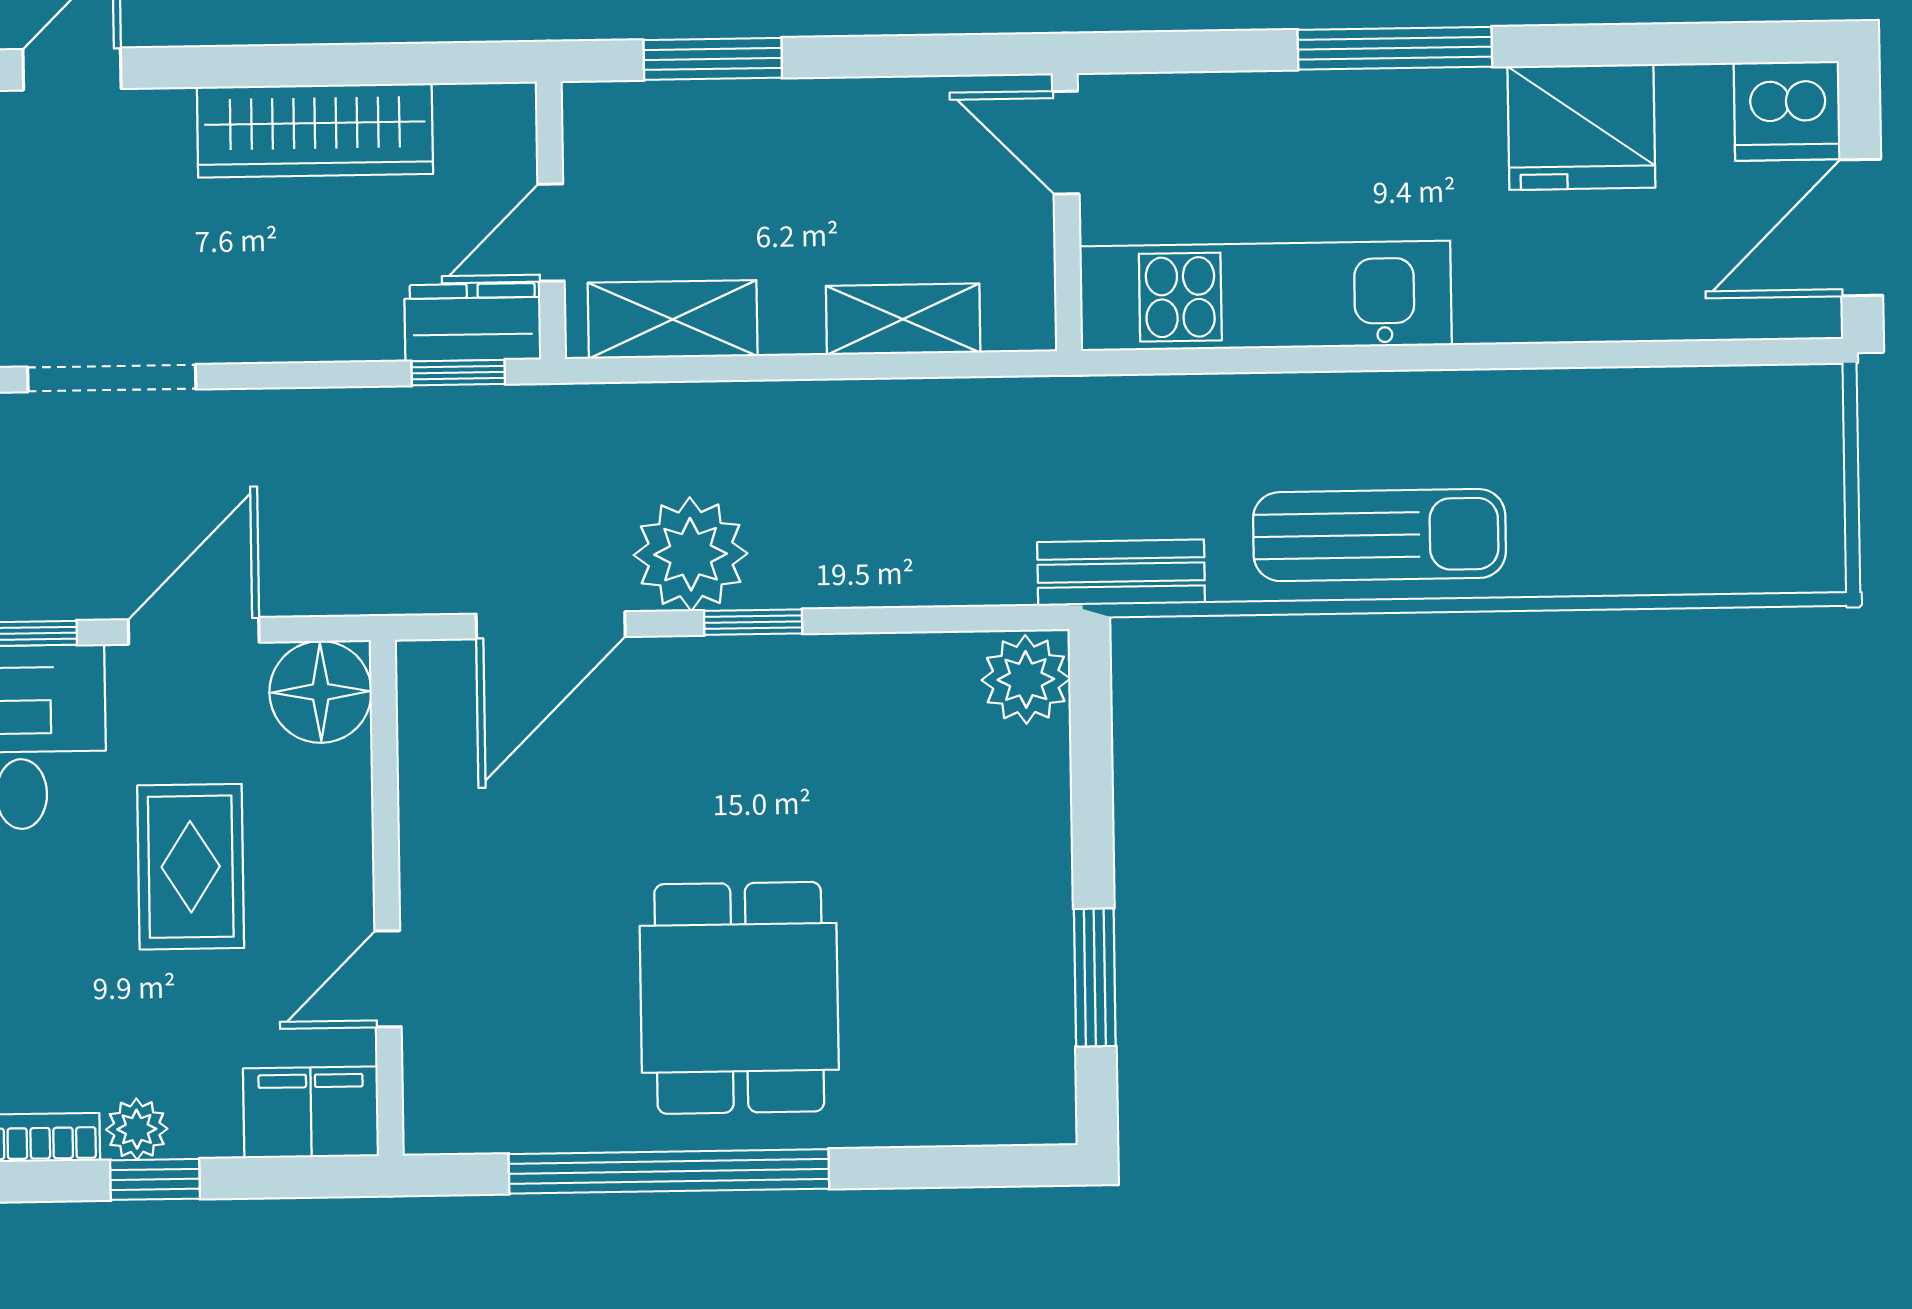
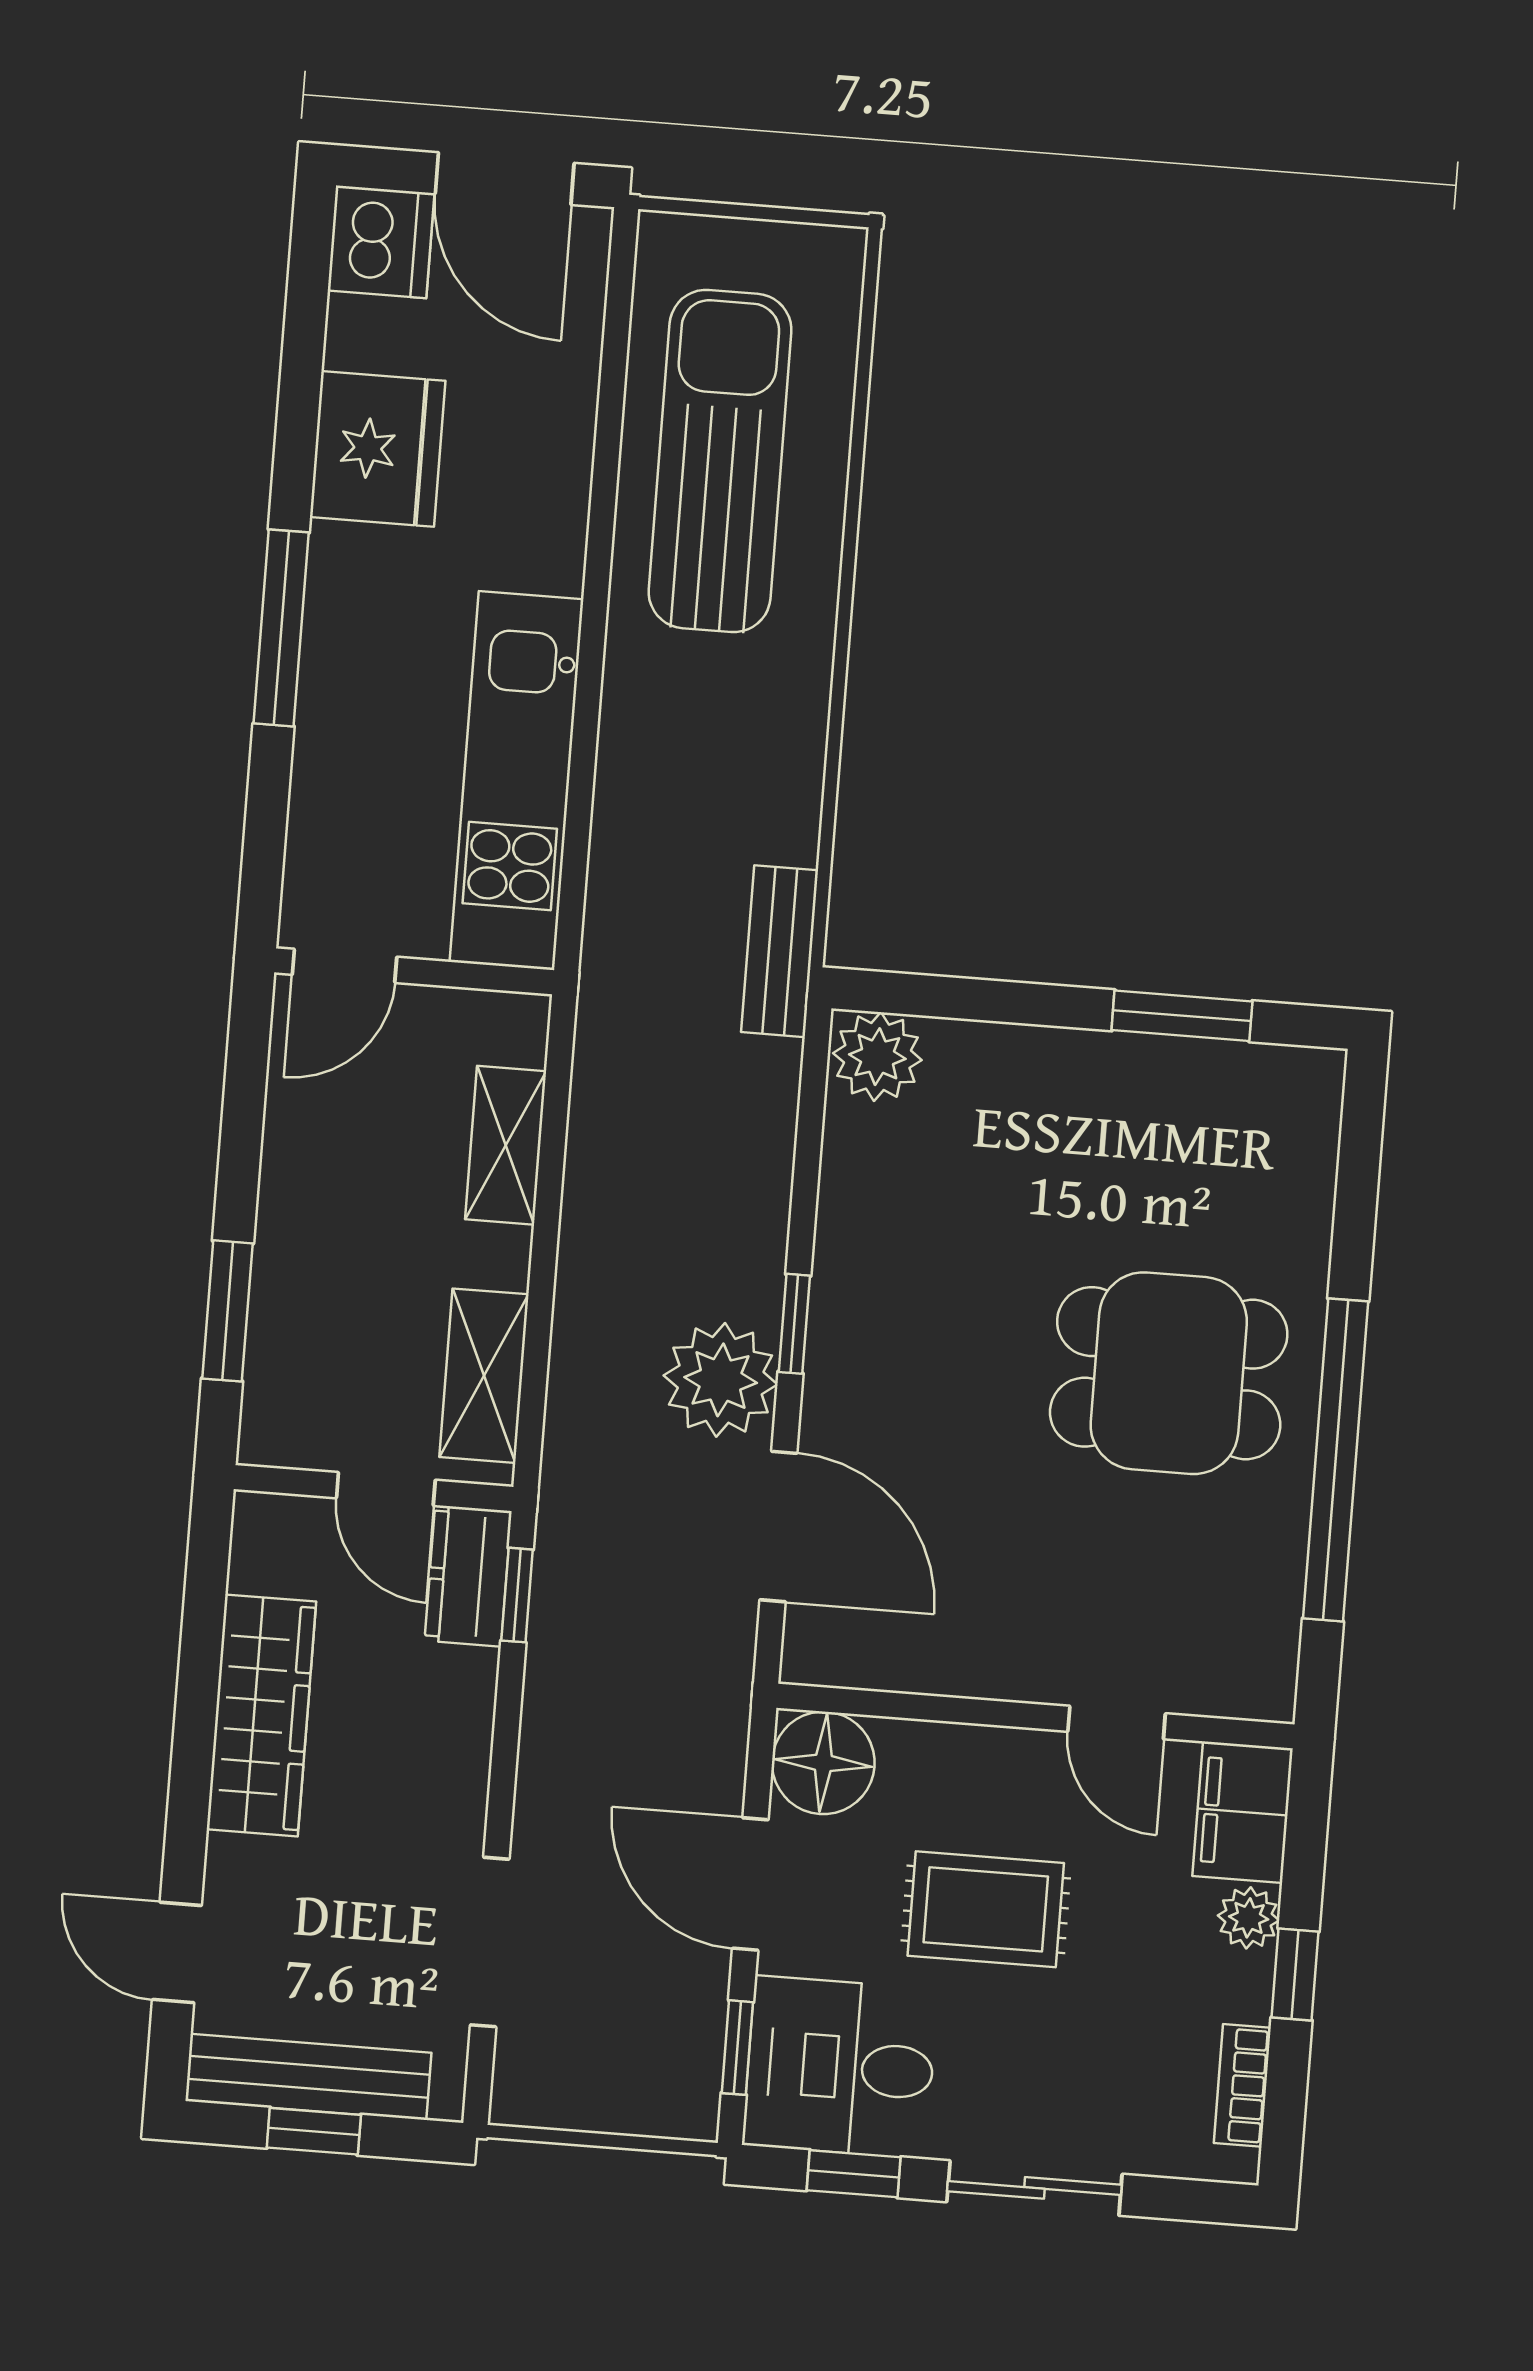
sun lounger: (1379, 535) -> (720, 461), moved, width x1.36, depth x1.34
plant: (137, 1129) -> (1249, 1918), moved

